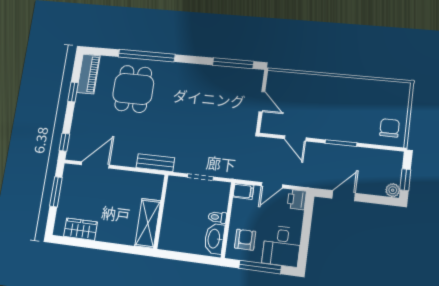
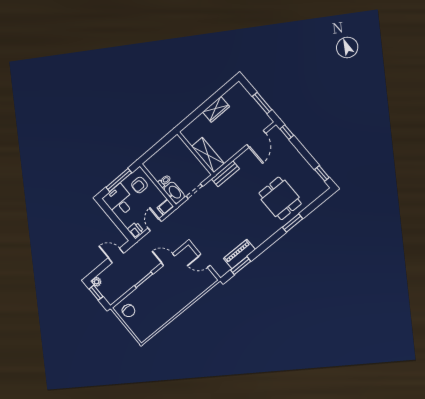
window: (147, 56) -> (293, 223), width x0.47
window: (233, 63) -> (241, 266), width x0.69
piano: (88, 74) -> (239, 254), moved, turned 90
window: (73, 92) -> (322, 173), moved
door: (344, 196) -> (116, 256), swing flipped
shelving: (148, 223) -> (208, 155), moved
wardrobe: (81, 229) -> (216, 109), moved
washbasin: (214, 239) -> (174, 193), moved
armchair: (245, 240) -> (139, 185), turned 90

